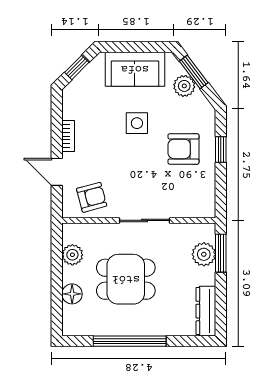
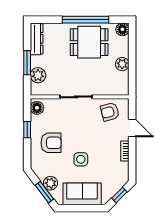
window: (221, 149) -> (27, 130), moved
floor lamp: (205, 203) -> (37, 108), added
window: (221, 253) -> (27, 63), moved
plant: (72, 255) -> (122, 64), moved
dining table: (126, 279) -> (89, 42), moved
floor lamp: (72, 294) -> (122, 29), moved

